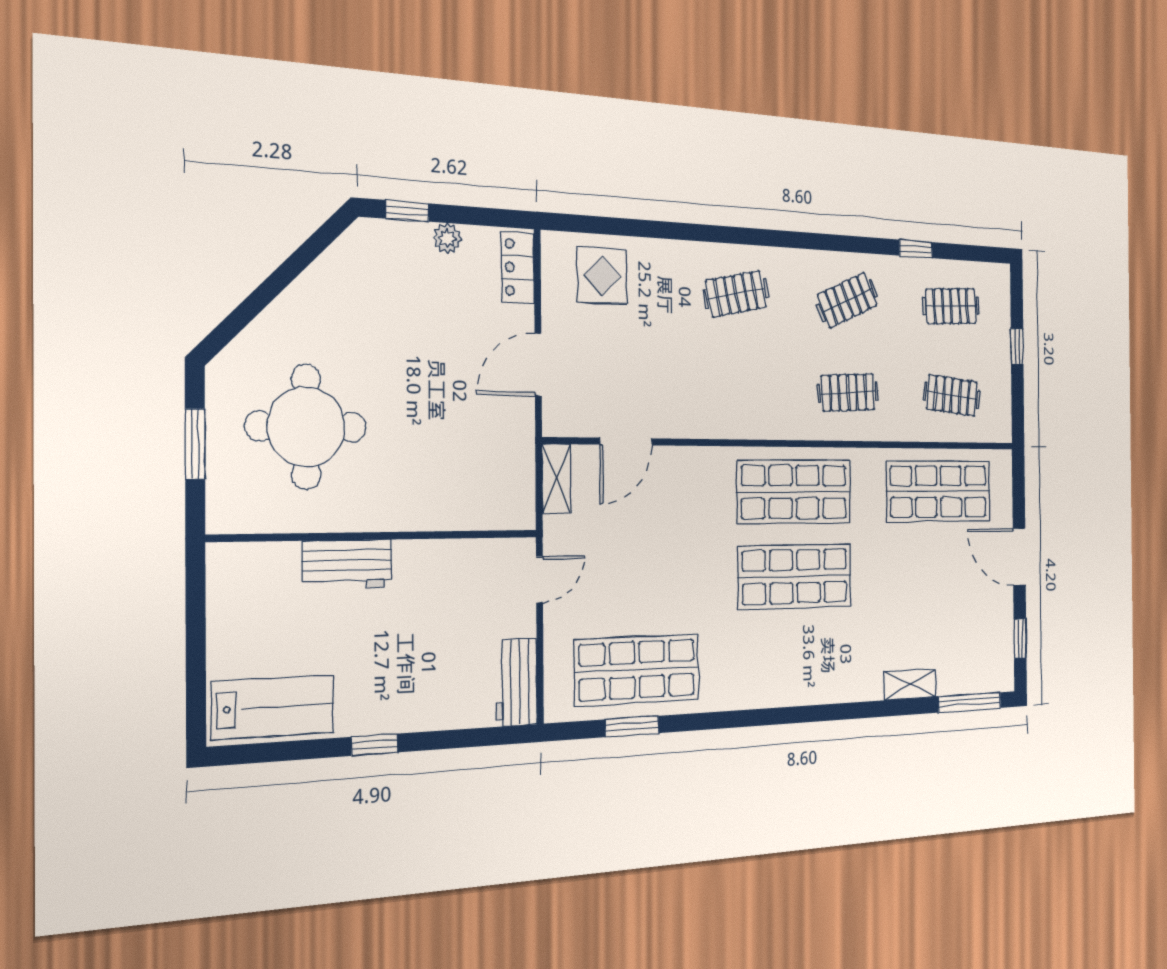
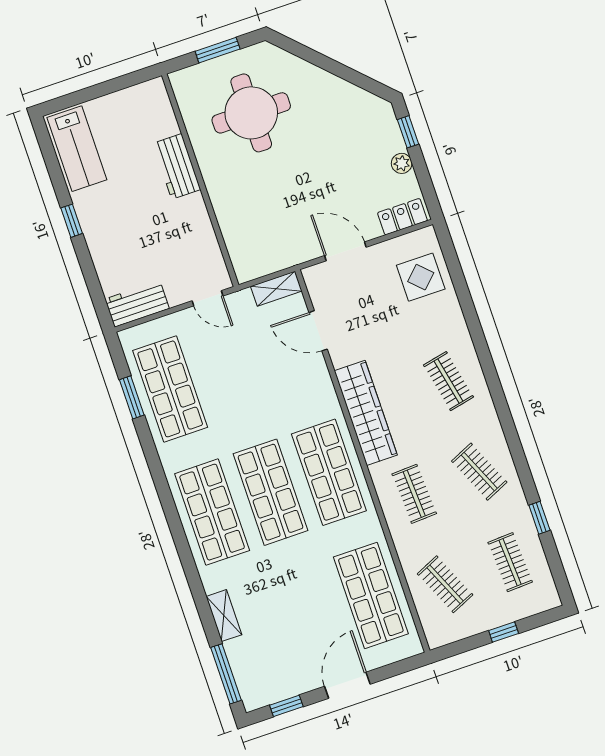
clothes rail: (952, 395) -> (445, 584), turned -30
wardrobe: (741, 417) -> (366, 413), added
shop shelf: (796, 661) -> (212, 512), added

